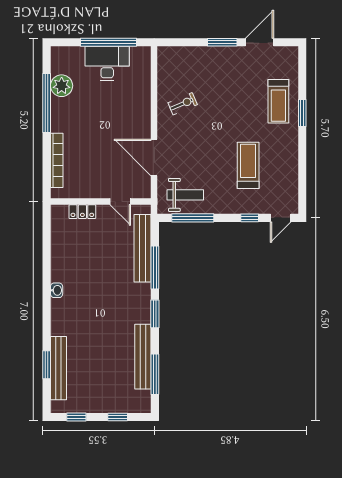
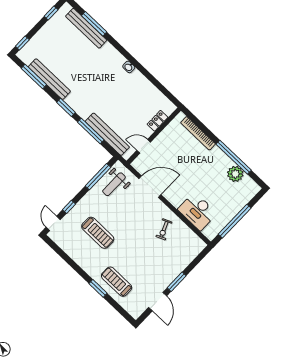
desk: (107, 63) -> (197, 211), moved, turned 90
window: (47, 365) -> (94, 24), width x1.44
window: (118, 417) -> (22, 43), moved

